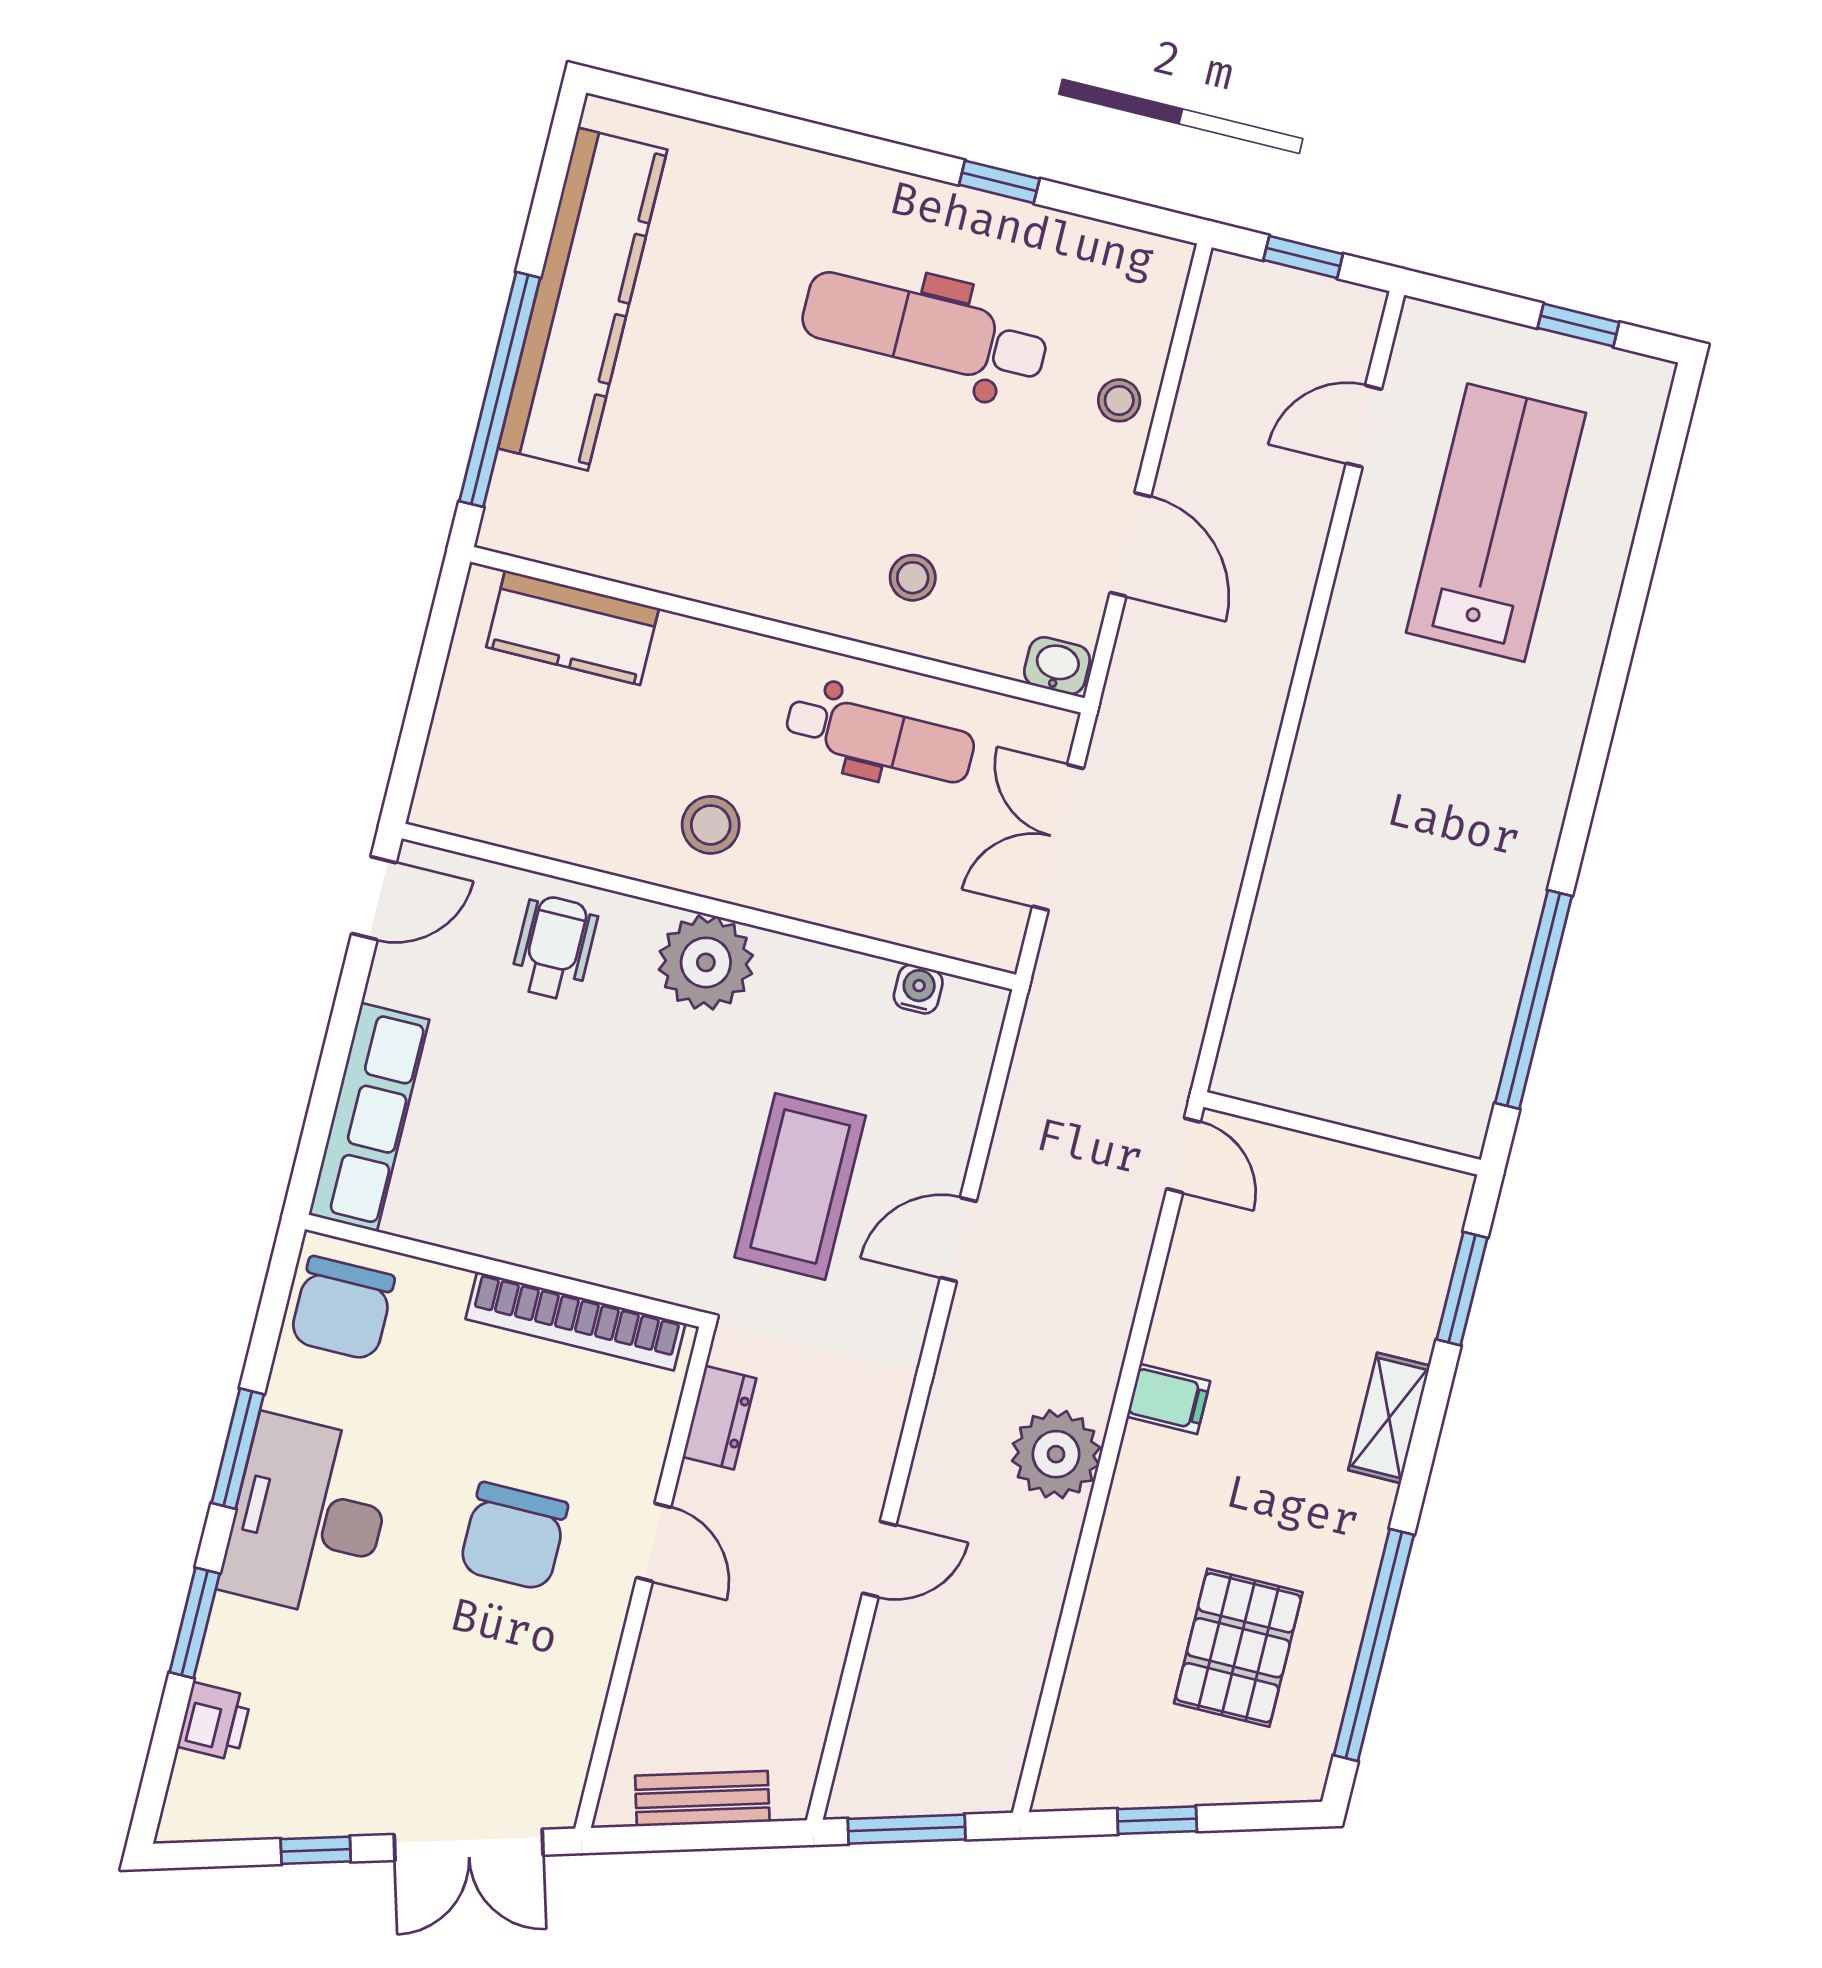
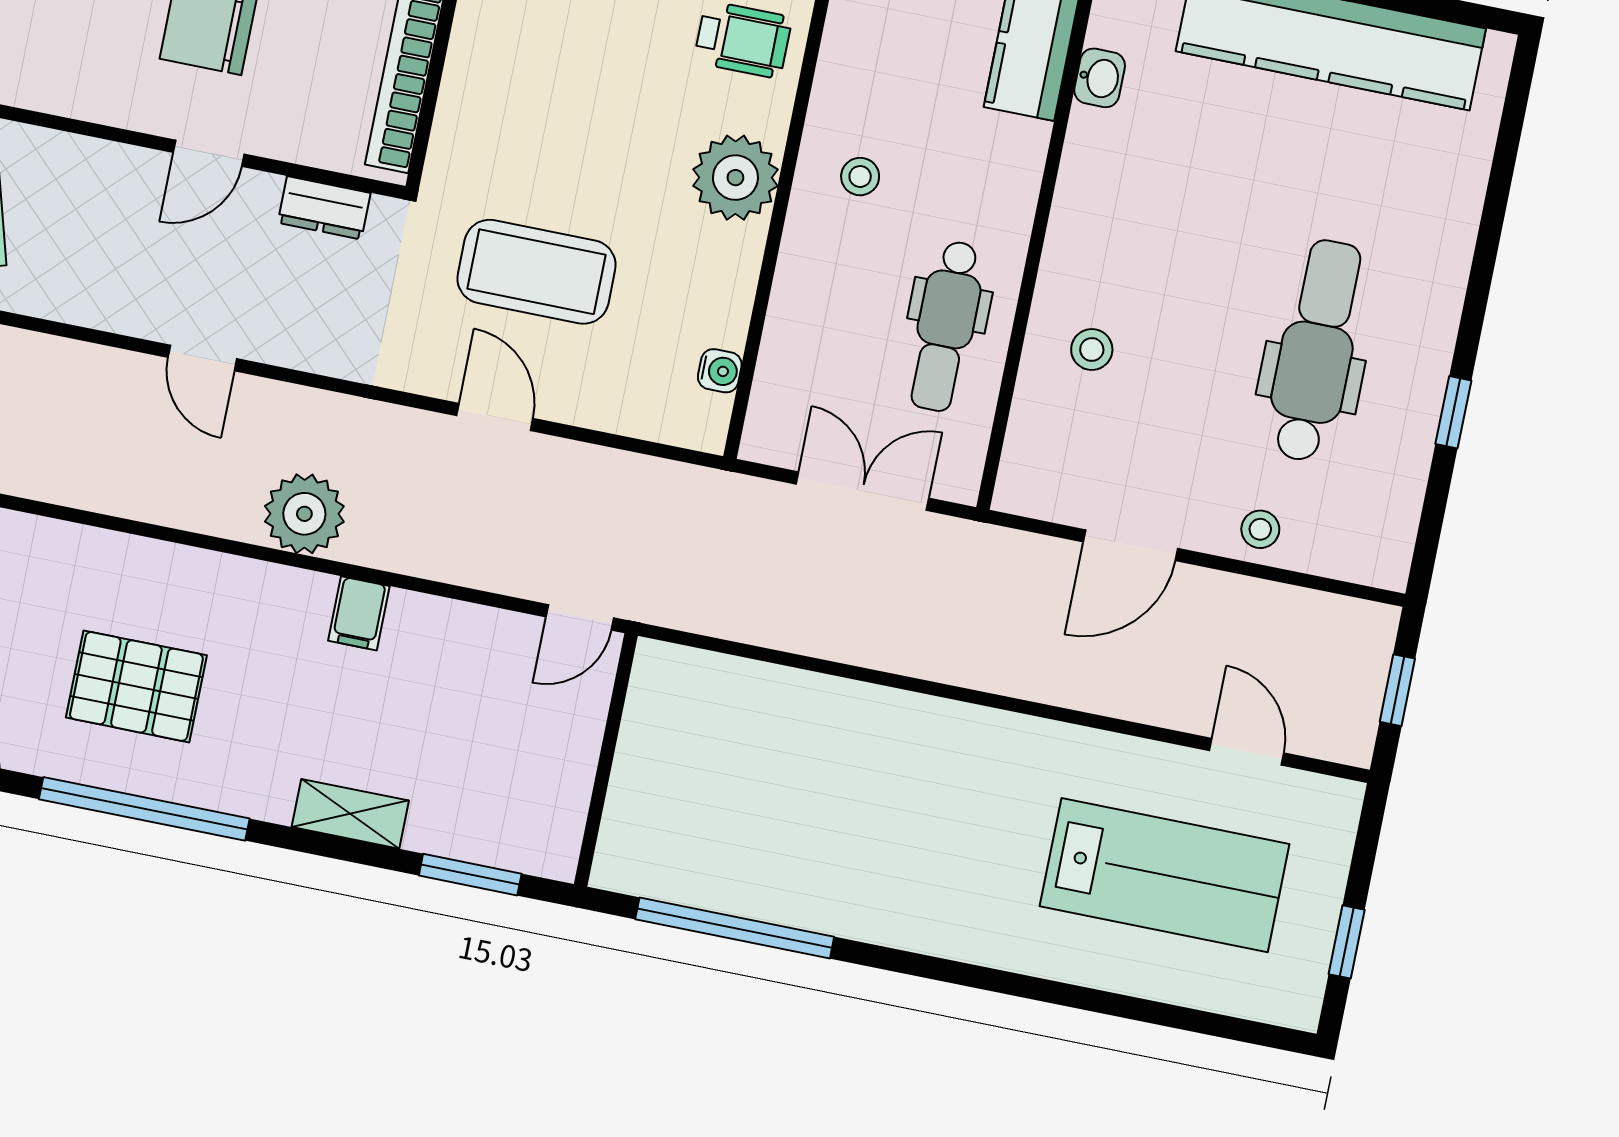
washbasin: (1057, 666) -> (1100, 78), moved
stool: (711, 825) -> (860, 177), width x0.73, depth x0.73

